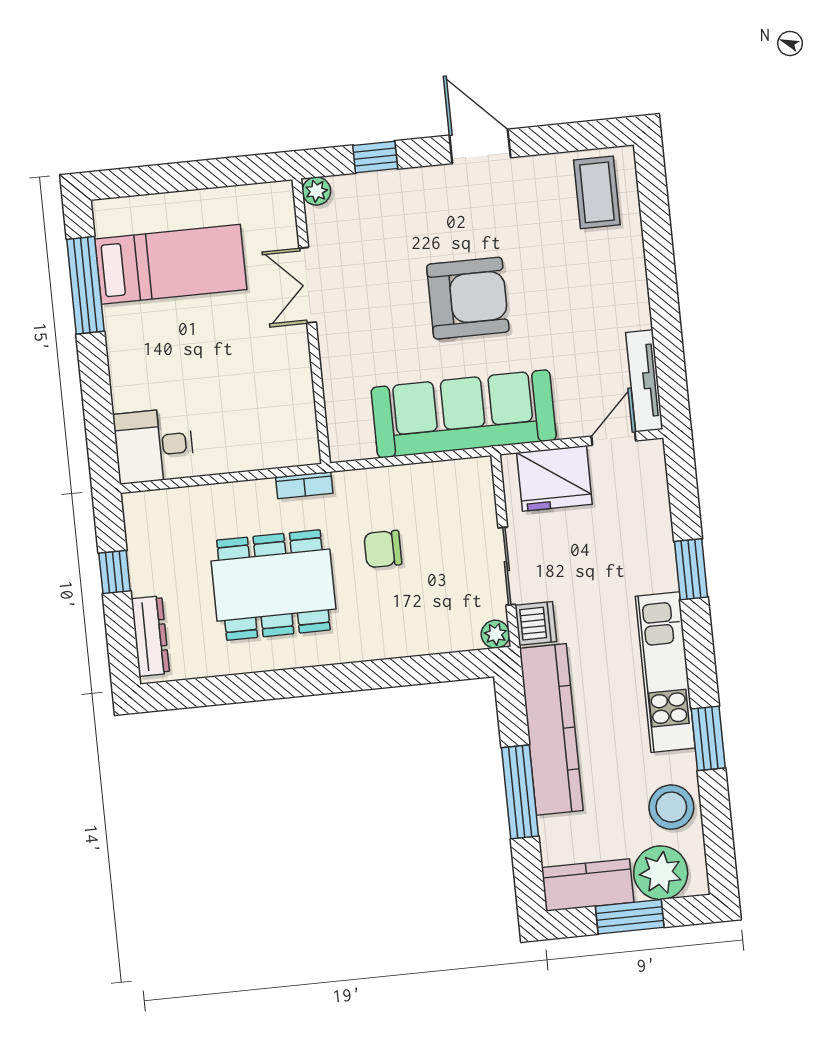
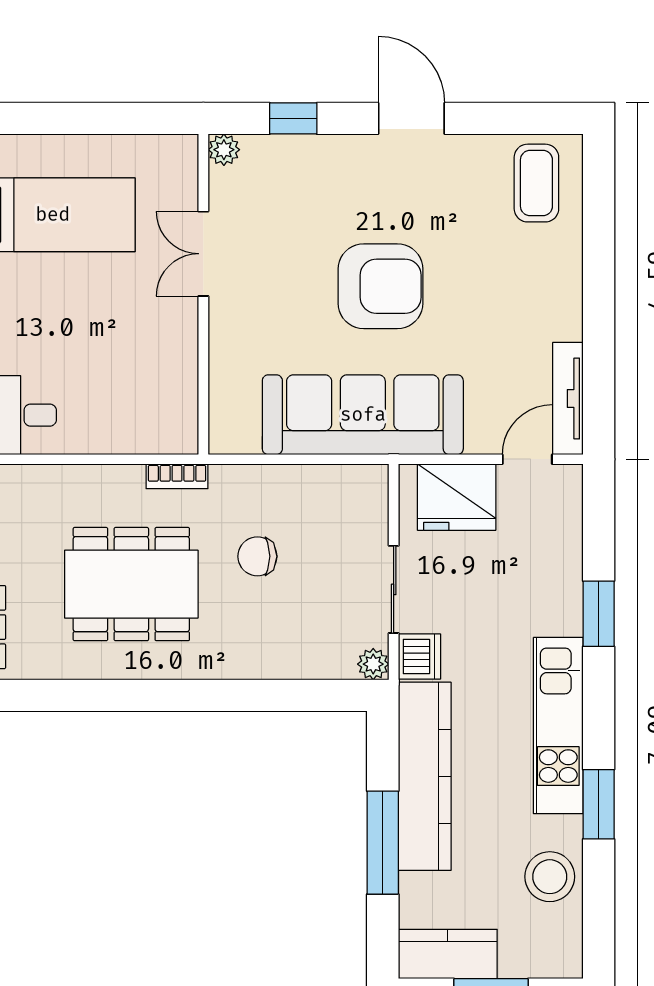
plant: (661, 873) -> (530, 949), removed

